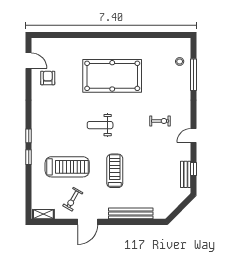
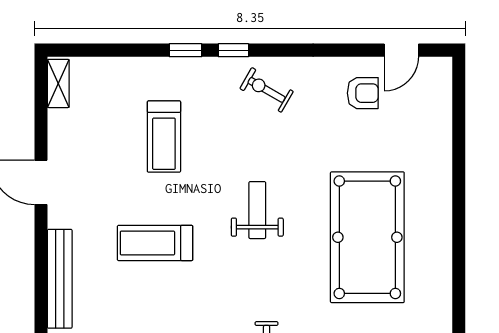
treadmill: (67, 167) -> (164, 137), width x0.73, depth x0.73
treadmill: (115, 171) -> (155, 243), turned 180
exercise bike: (73, 199) -> (267, 90), moved

